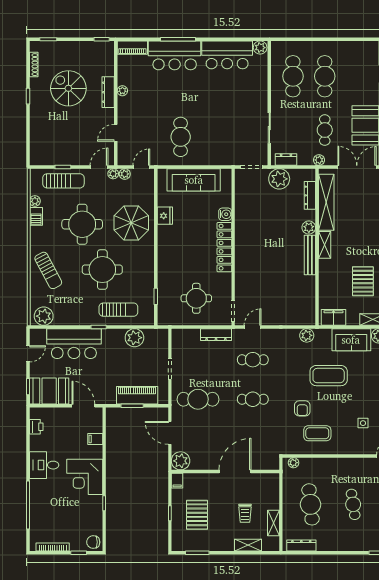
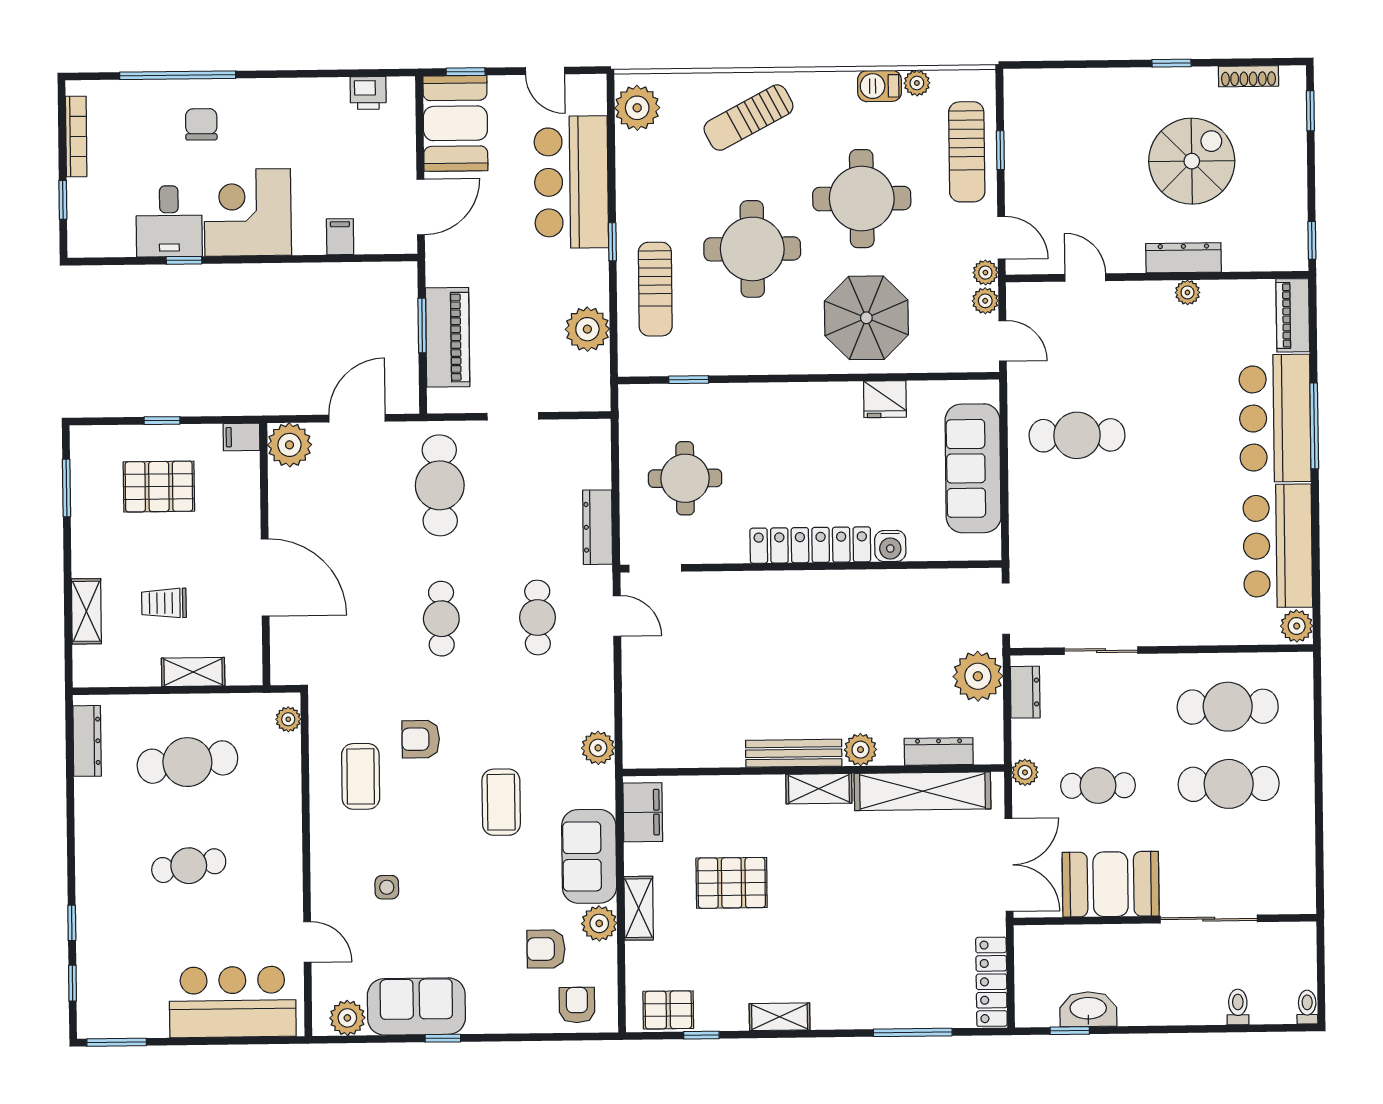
coffee table: (329, 376) -> (501, 802), width x0.73, depth x0.76
desk: (44, 465) -> (169, 221), moved, turned 180
shelving: (273, 523) -> (193, 672), moved
chair: (93, 542) -> (201, 124), moved

